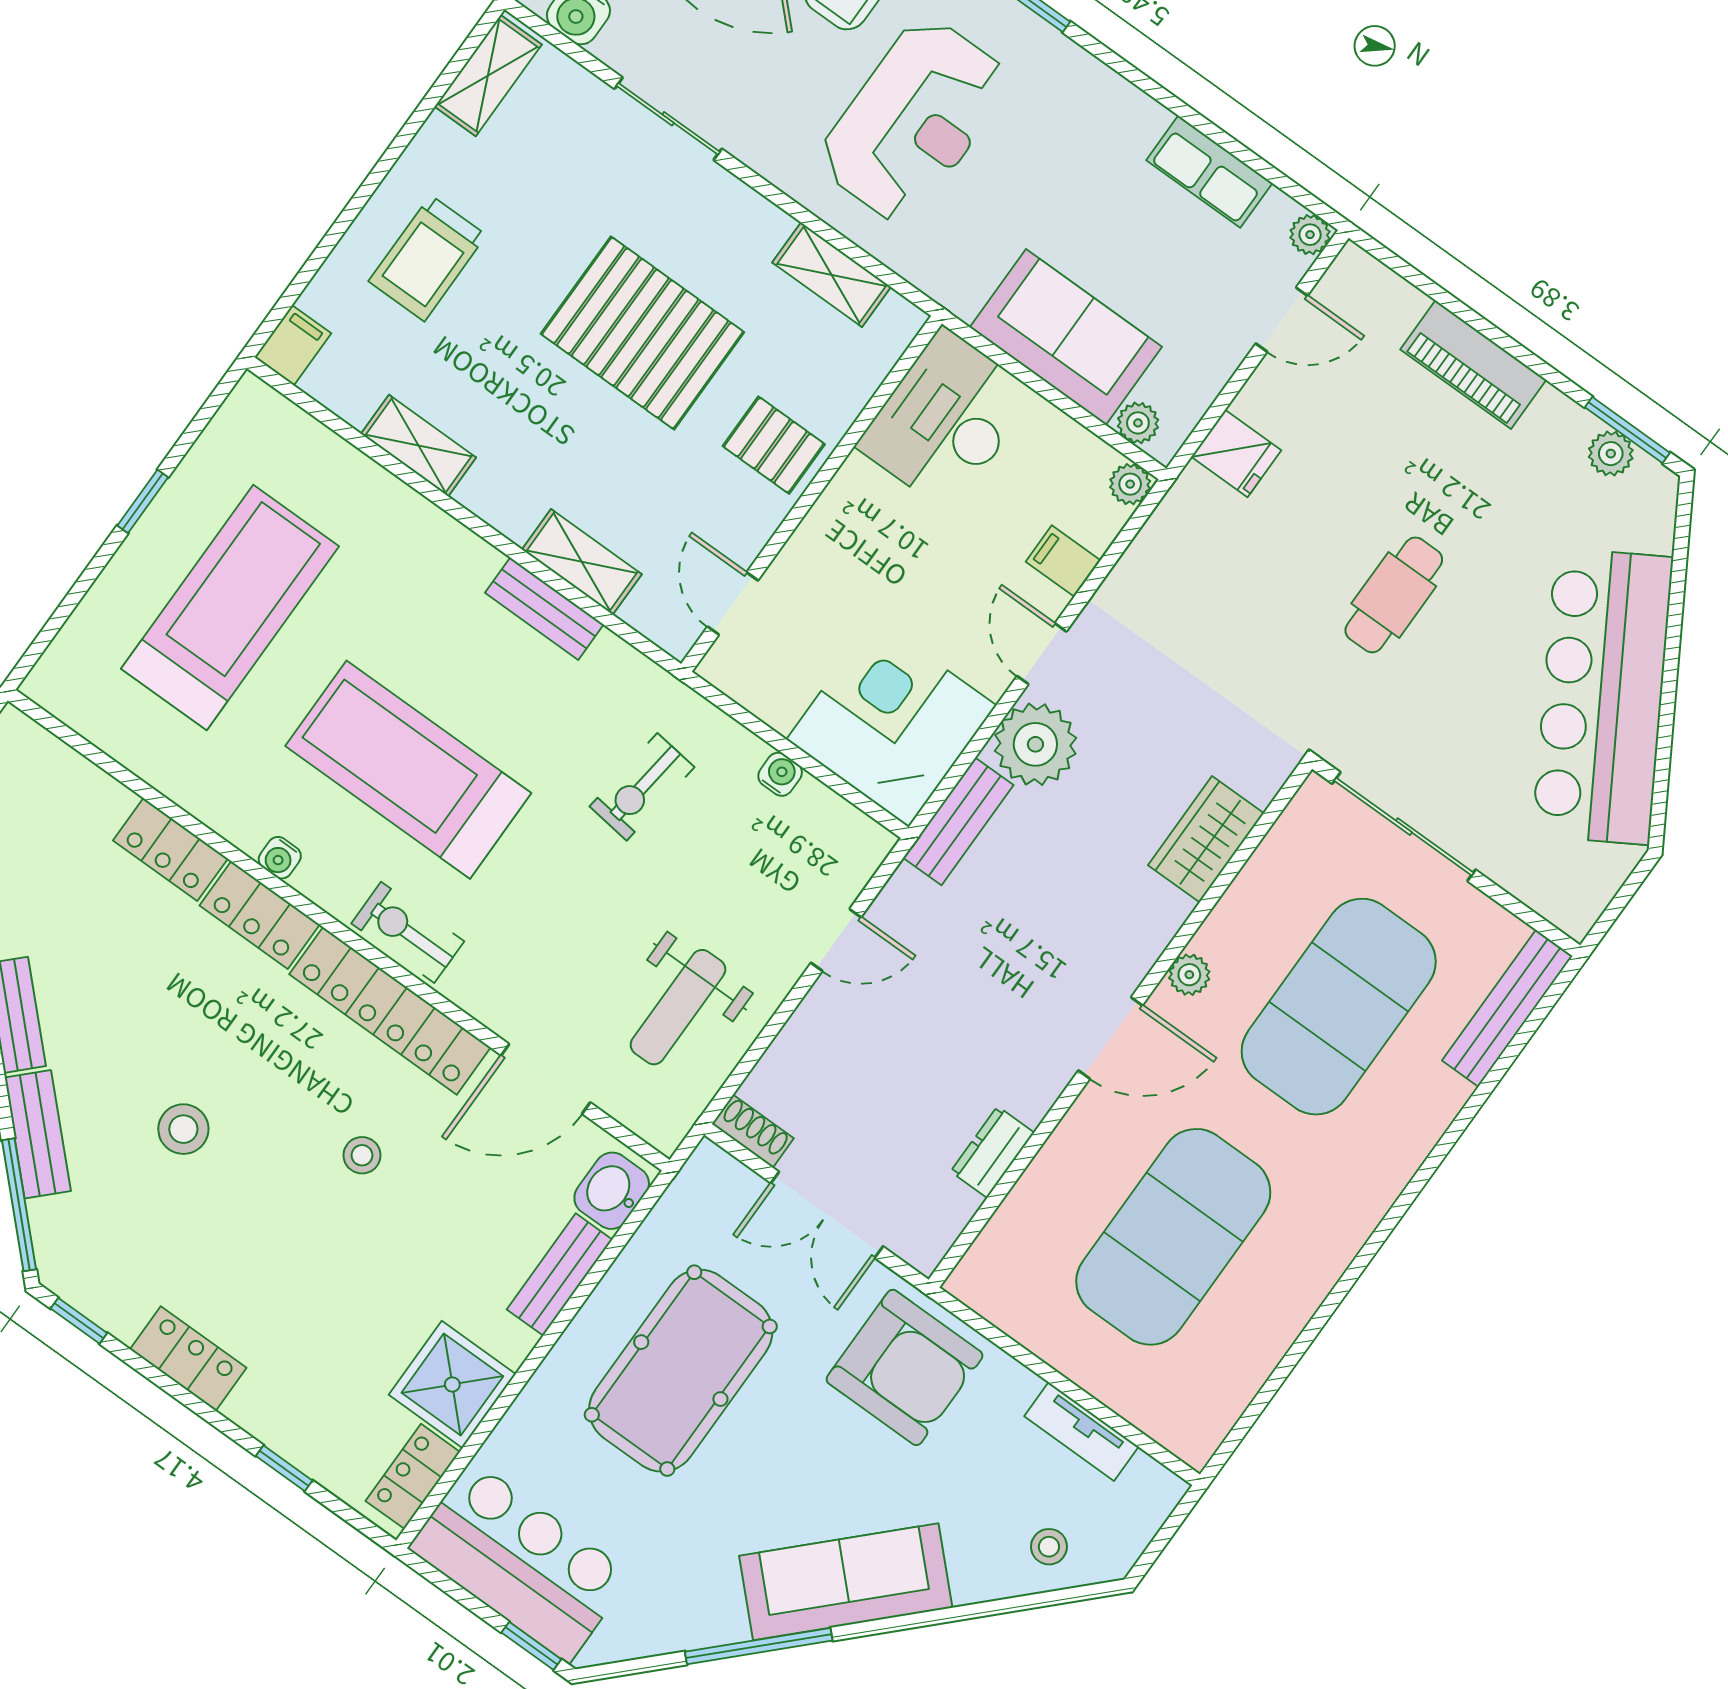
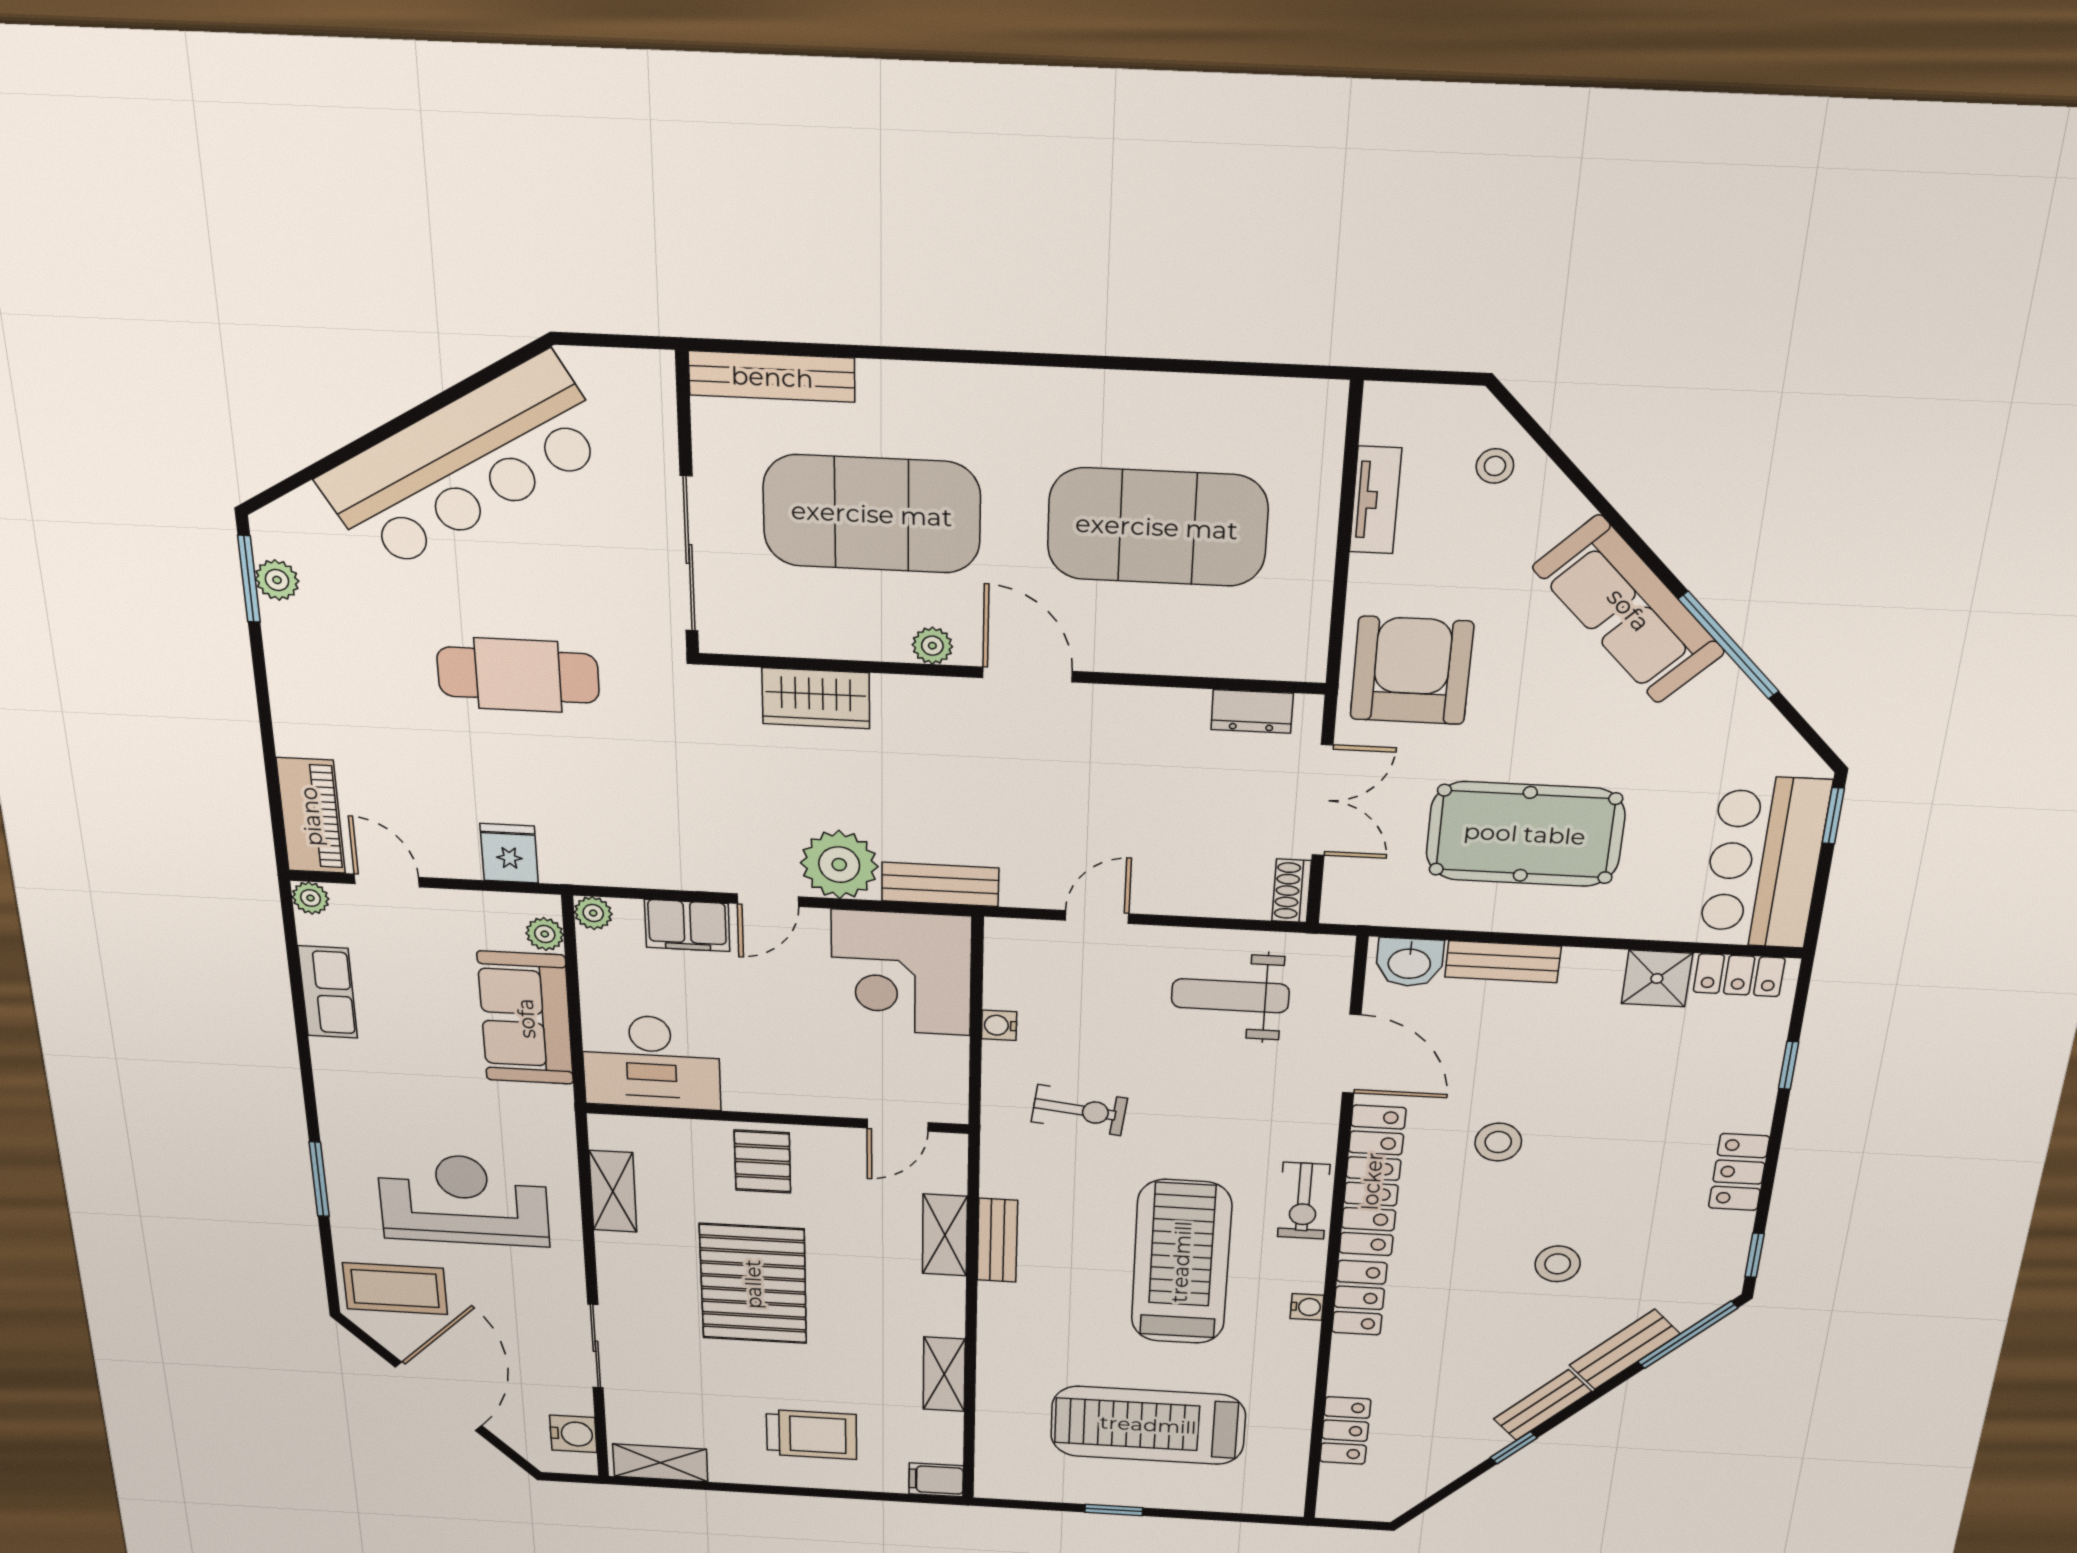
piano: (1473, 365) -> (311, 816), moved
filing cabinet: (1063, 561) -> (687, 925), width x2.00
cafe table: (1394, 595) -> (518, 675), width x1.37, depth x1.35
treadmill: (408, 770) -> (1181, 1262), turned 180
locker: (170, 850) -> (1345, 1431), moved
door: (836, 940) -> (1097, 917), hinge flipped
weight bench: (678, 1007) -> (1230, 996), turned 180
dresser: (992, 1152) -> (1252, 711), moved
stool: (362, 1155) -> (1498, 1142), width x1.37, depth x1.37
shower: (452, 1384) -> (1657, 978), width x0.73, depth x0.73

